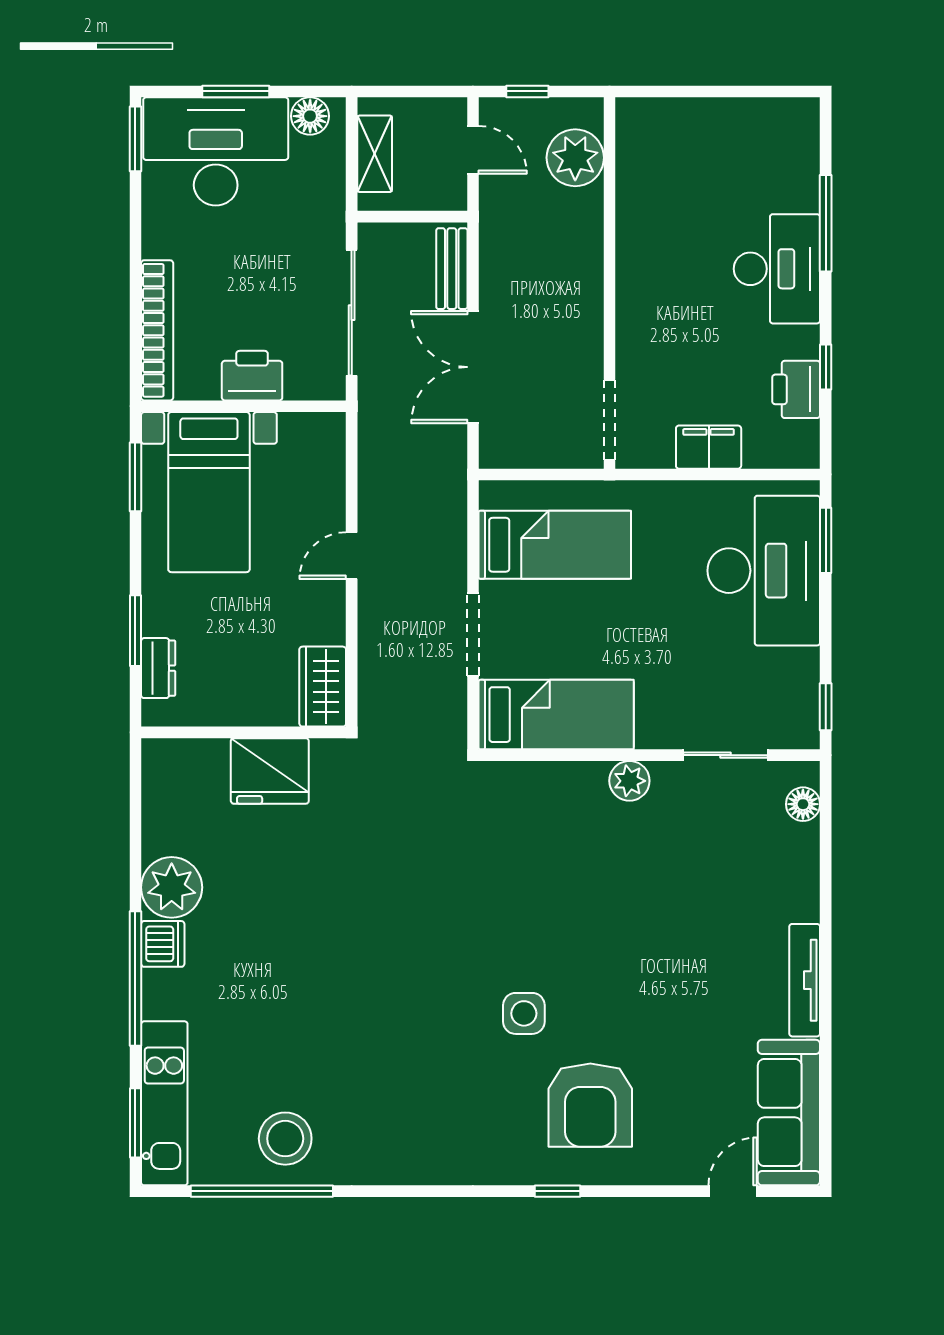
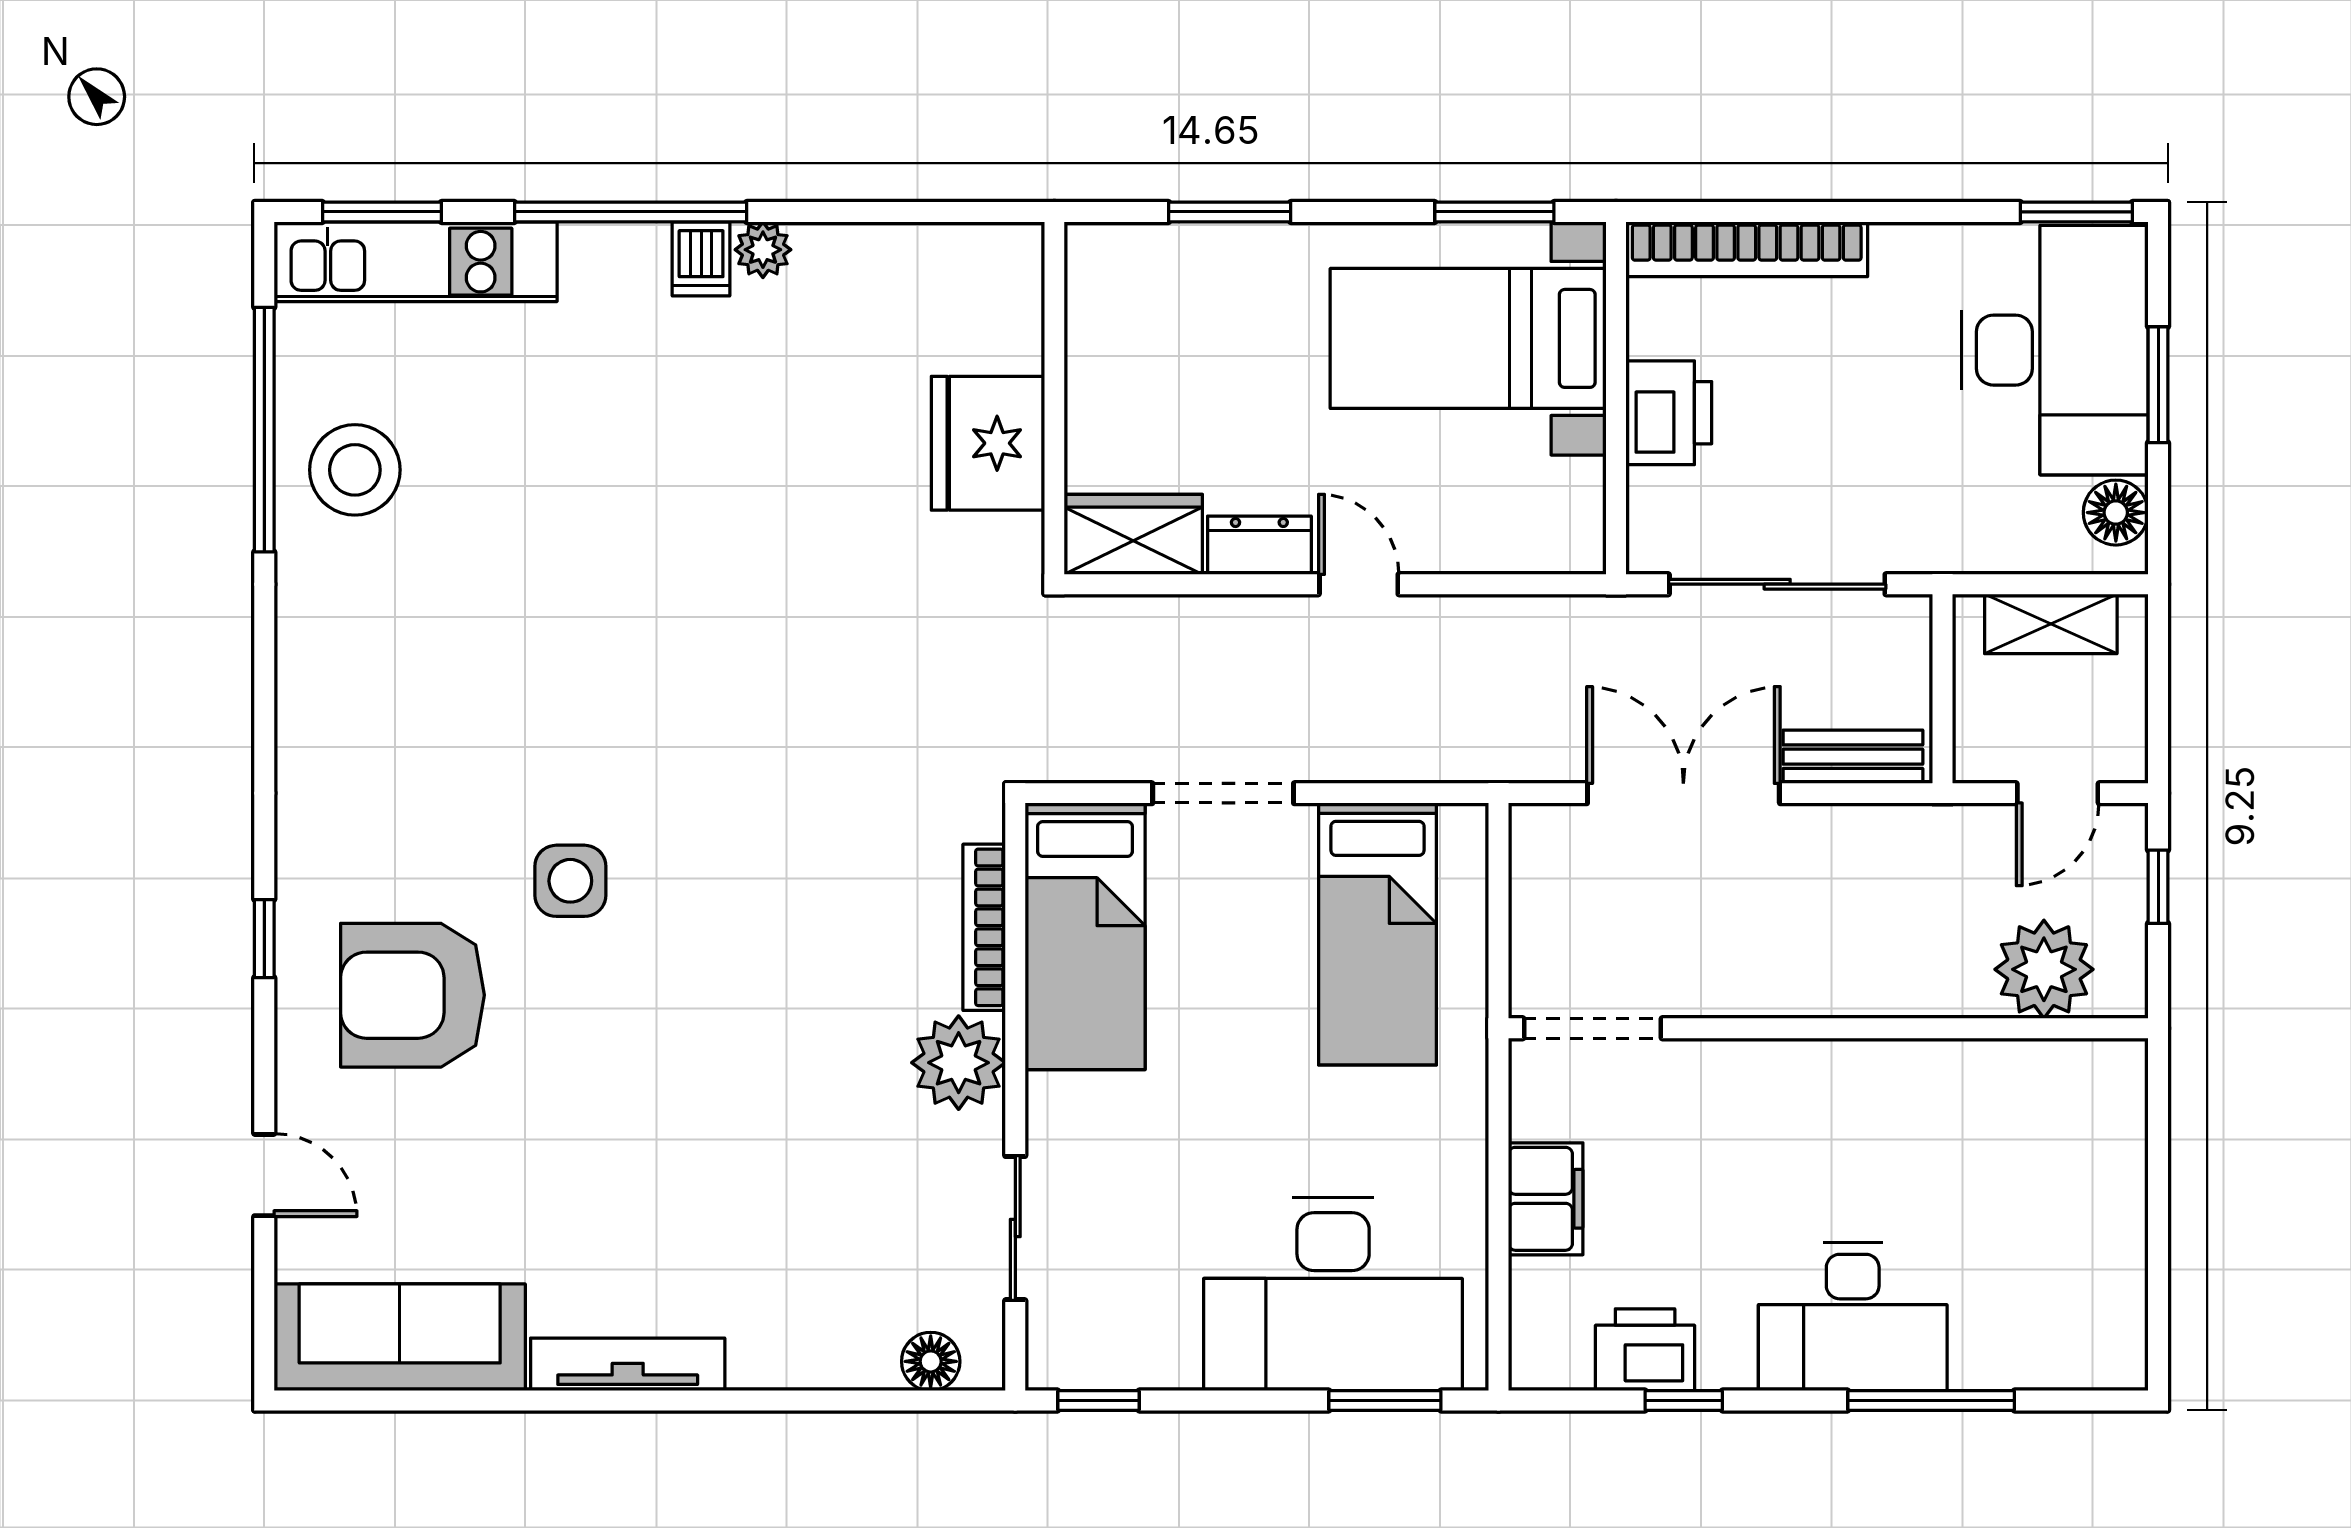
dresser: (158, 668) -> (1259, 545), moved, turned 180
bookcase: (551, 773) -> (984, 927), added
plant: (629, 781) -> (959, 1063), width x1.36, depth x1.36
plant: (172, 887) -> (763, 250), width x0.53, depth x0.53
dishwasher: (163, 944) -> (701, 259), width x0.73
door: (733, 1191) -> (264, 1175), moved

